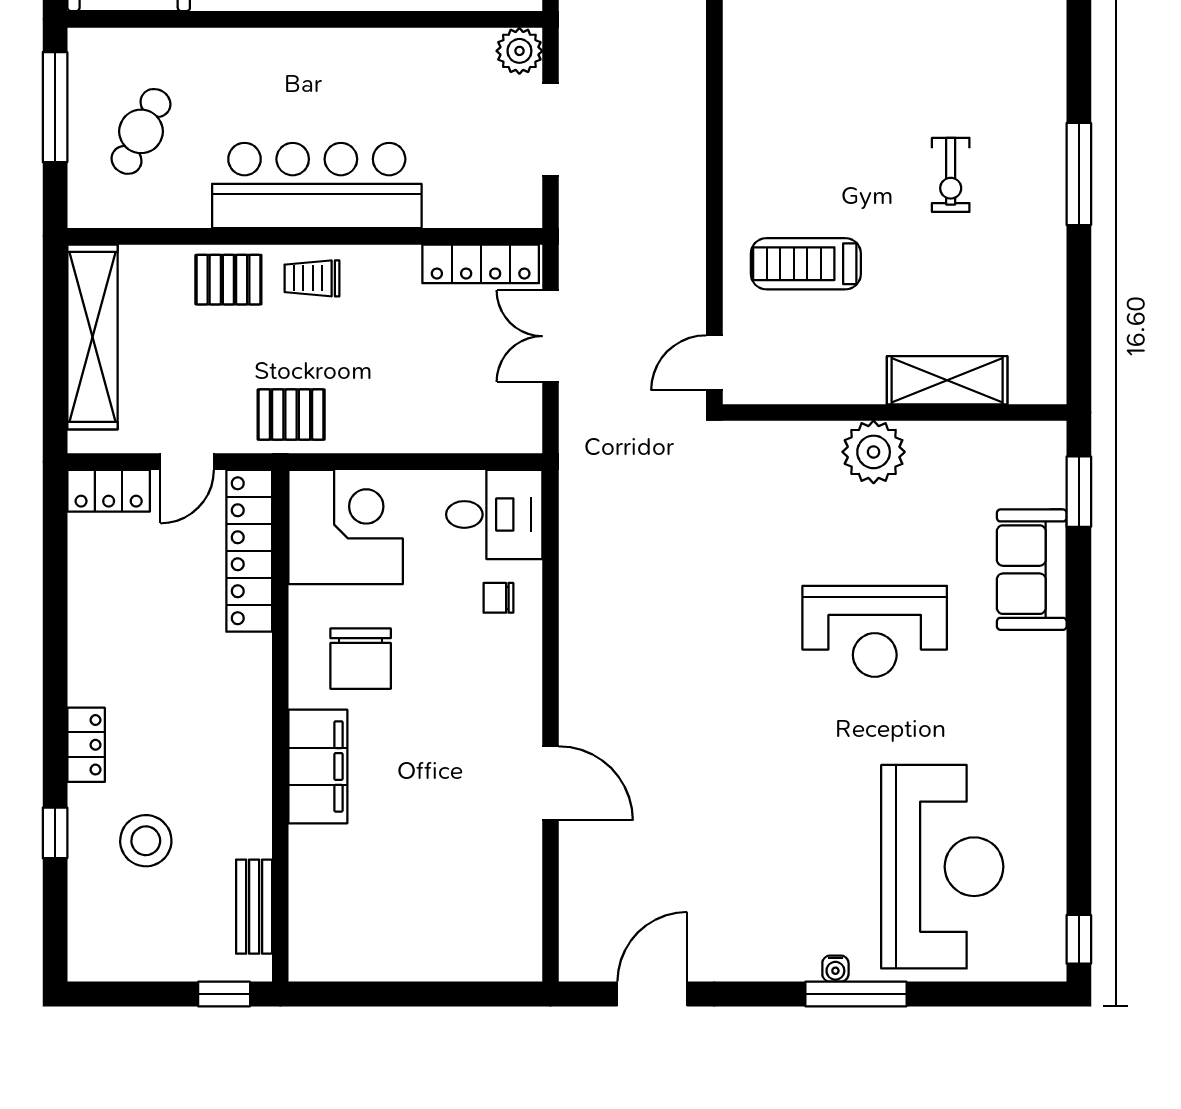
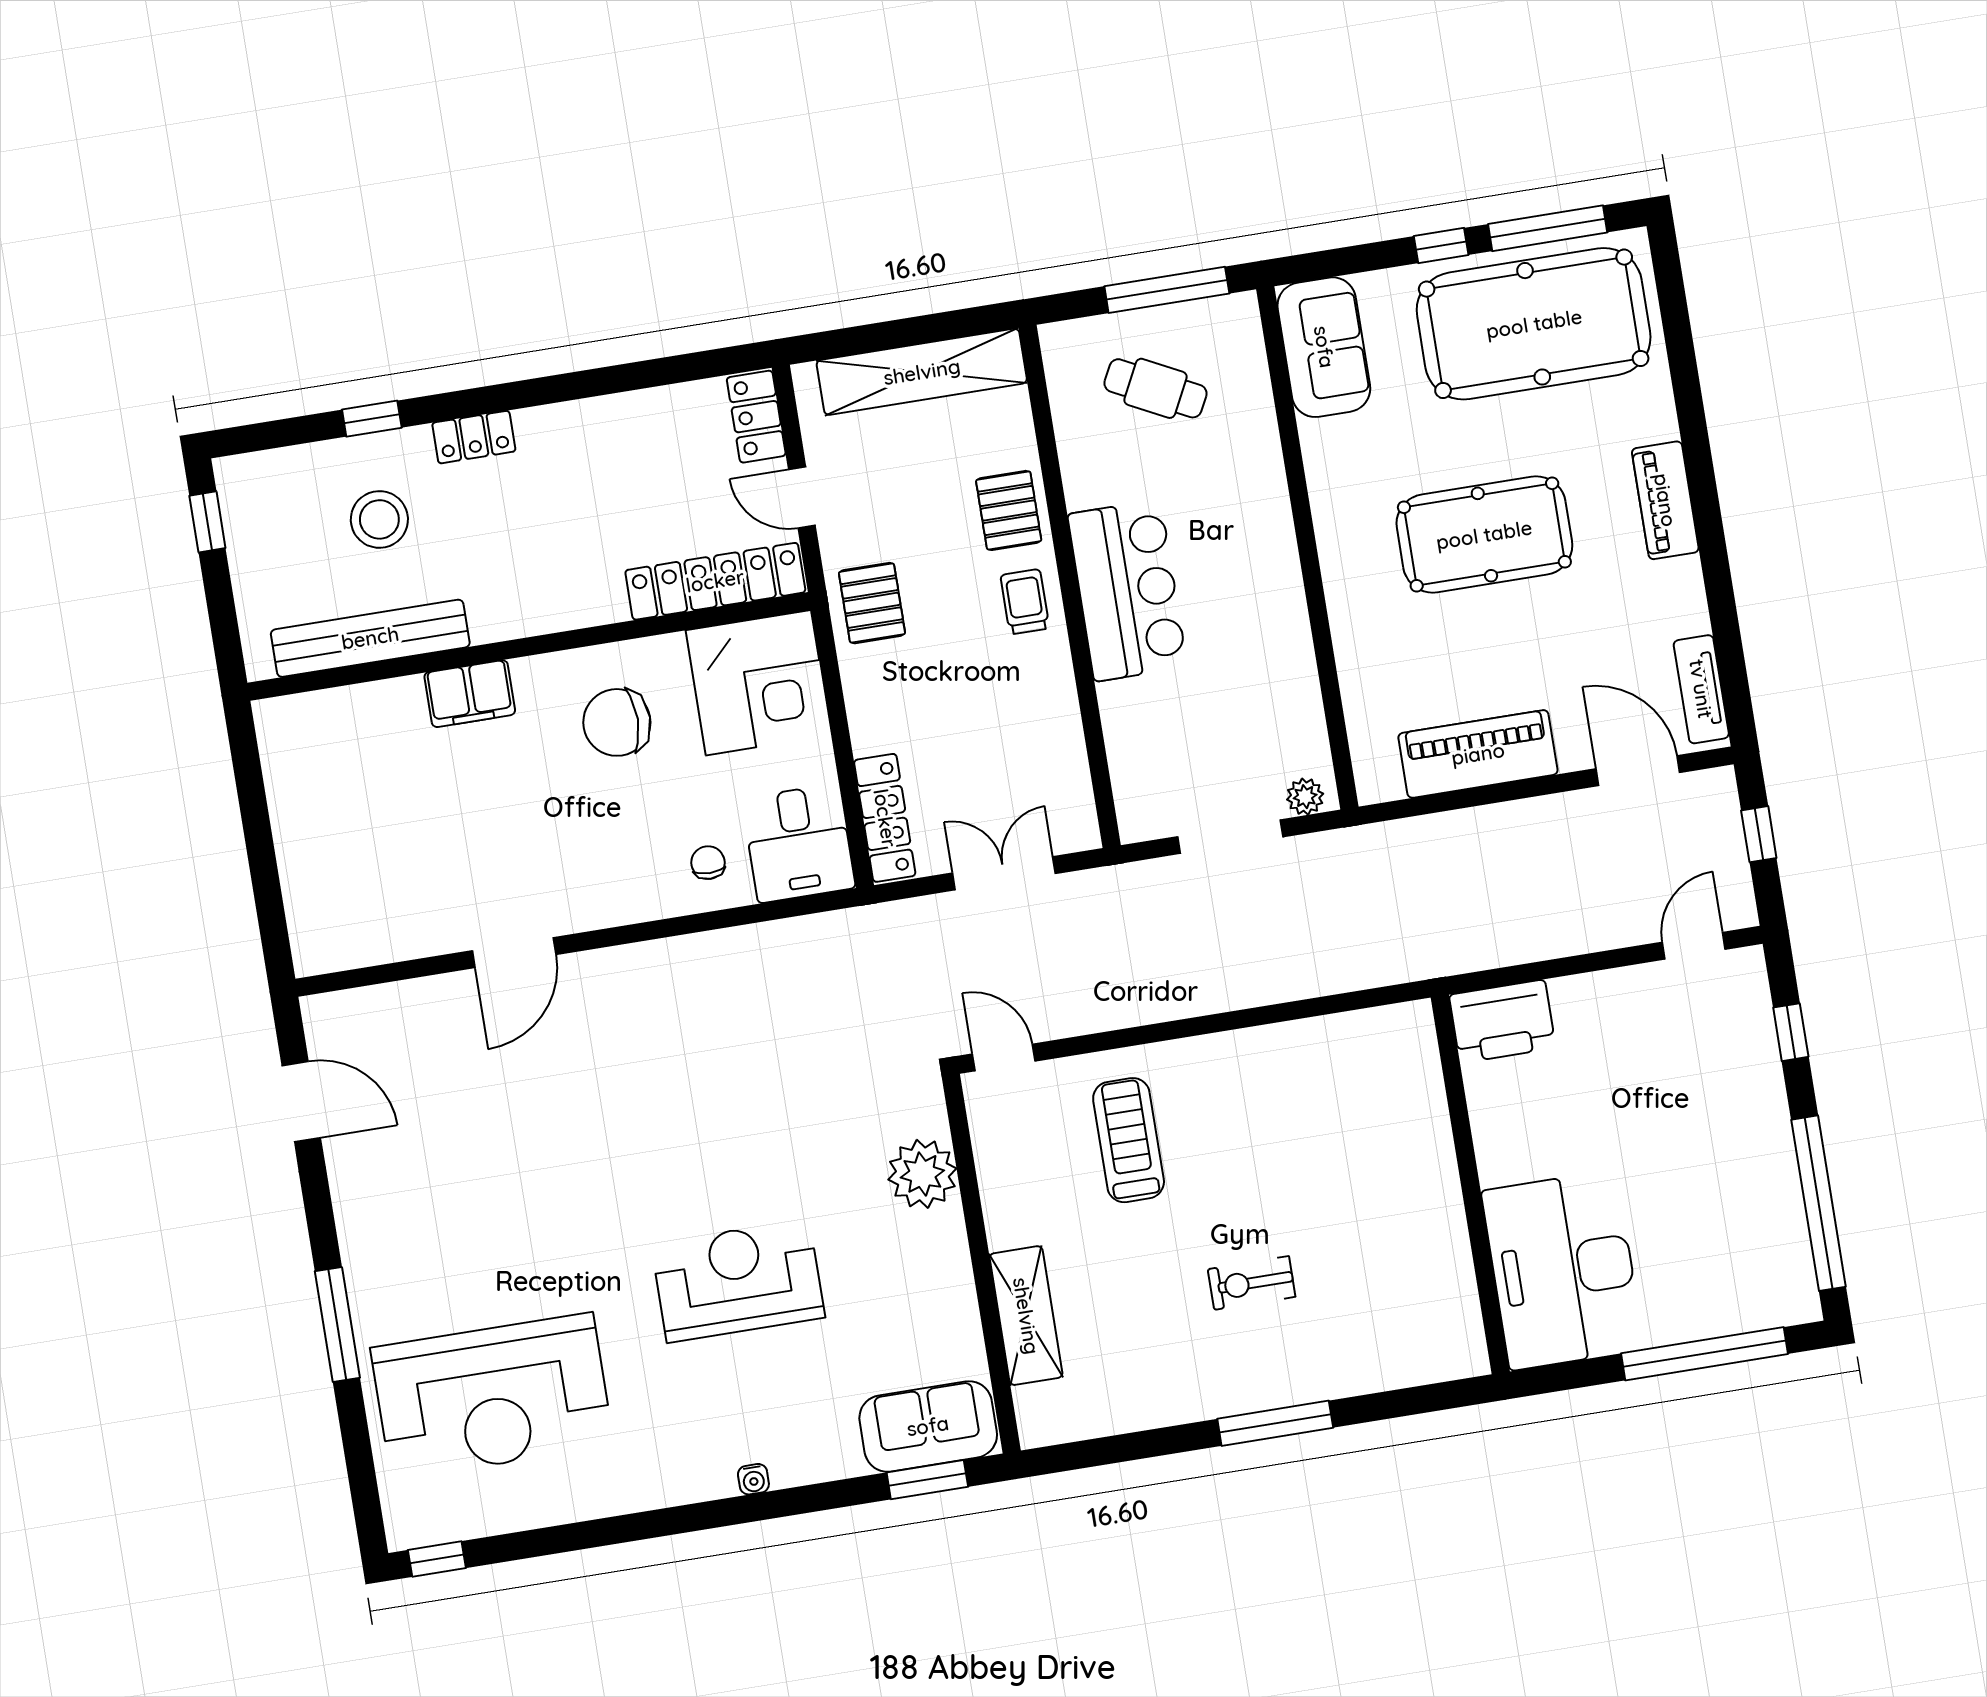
plant: (519, 51) -> (1305, 797), width x0.73, depth x0.73
bar counter: (317, 186) -> (1127, 591), width x0.73
locker: (481, 264) -> (885, 818), moved, turned 180
plant: (874, 452) -> (922, 1174), moved
sofa: (1032, 570) -> (928, 1426), moved
reception desk: (875, 631) -> (738, 1281), turned 90
filing cabinet: (318, 766) -> (470, 694), width x0.67, depth x0.86
bench: (254, 907) -> (370, 638), width x1.86, depth x1.21
water cooler: (835, 969) -> (753, 1479), moved, turned -90
window: (224, 994) -> (207, 522), moved

